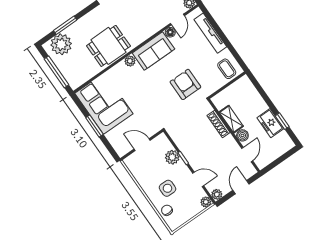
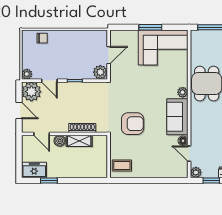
tv unit: (210, 33) -> (160, 172), removed
freezer: (270, 123) -> (34, 170), moved
plant: (172, 157) -> (100, 72), moved
door: (198, 179) -> (49, 81), hinge flipped
side table: (167, 188) -> (59, 51), removed
plant: (217, 194) -> (31, 92), width x1.88, depth x1.88

